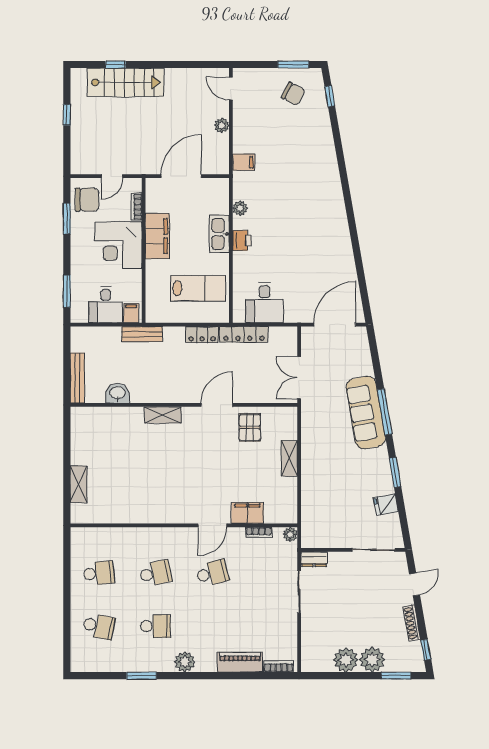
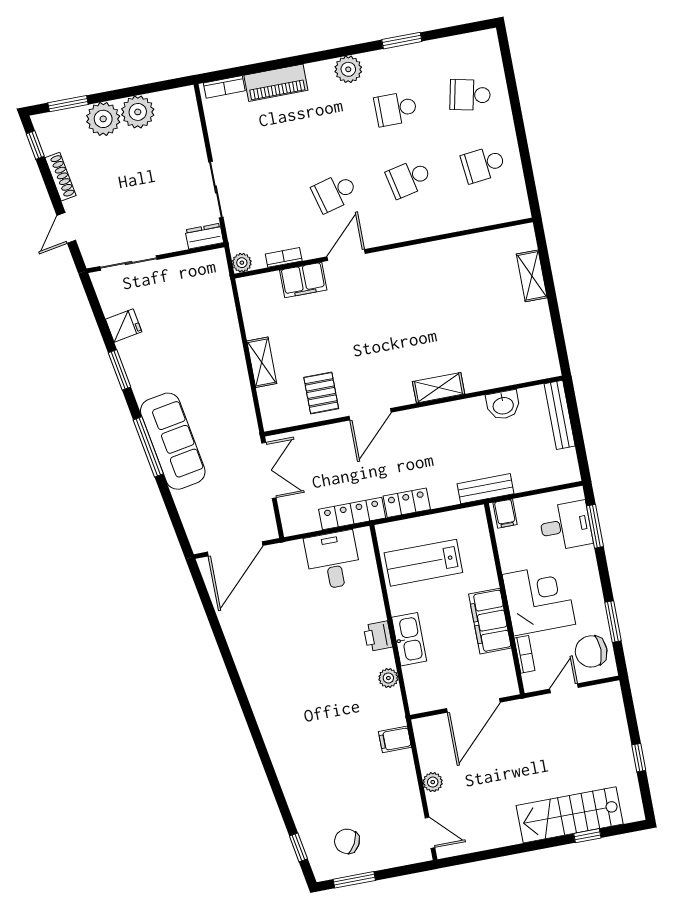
desk: (106, 305) -> (566, 526), moved, turned 90

